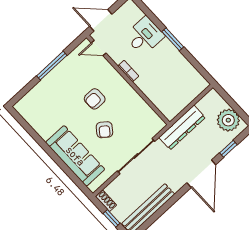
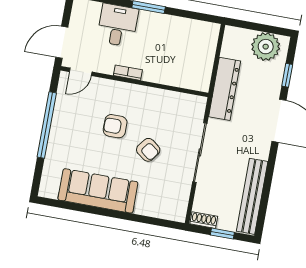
window: (52, 66) -> (47, 125), width x1.46
armchair: (95, 99) -> (115, 126), turned 90
sofa: (75, 156) -> (98, 191), moved

